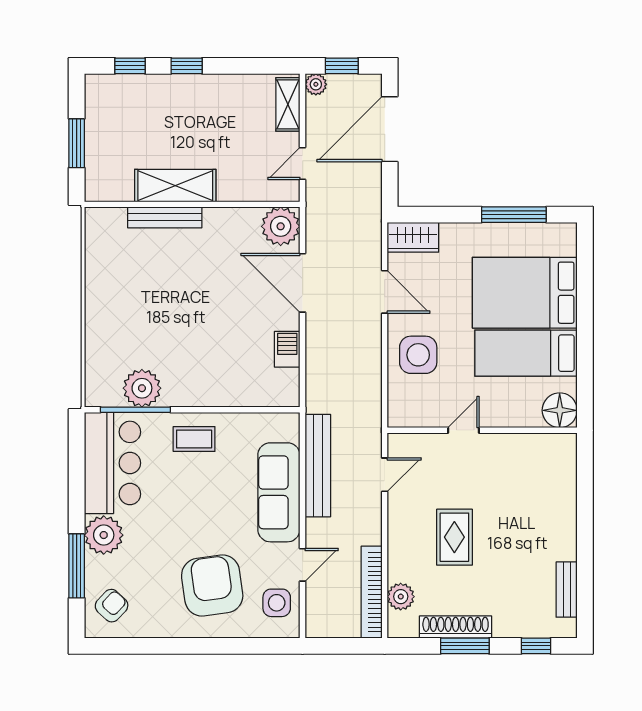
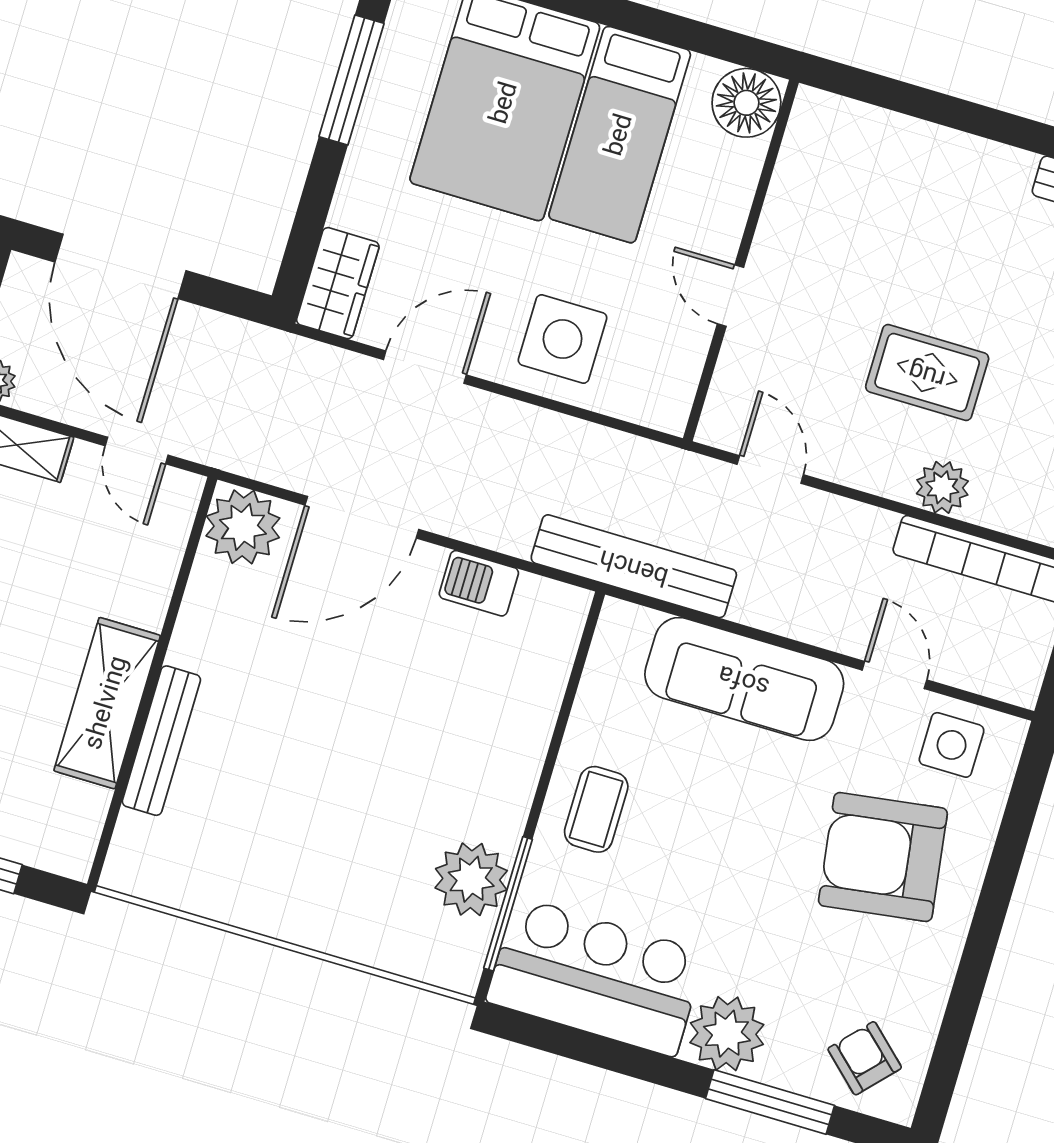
bench: (318, 466) -> (634, 566), moved
plant: (401, 597) -> (942, 487), moved

